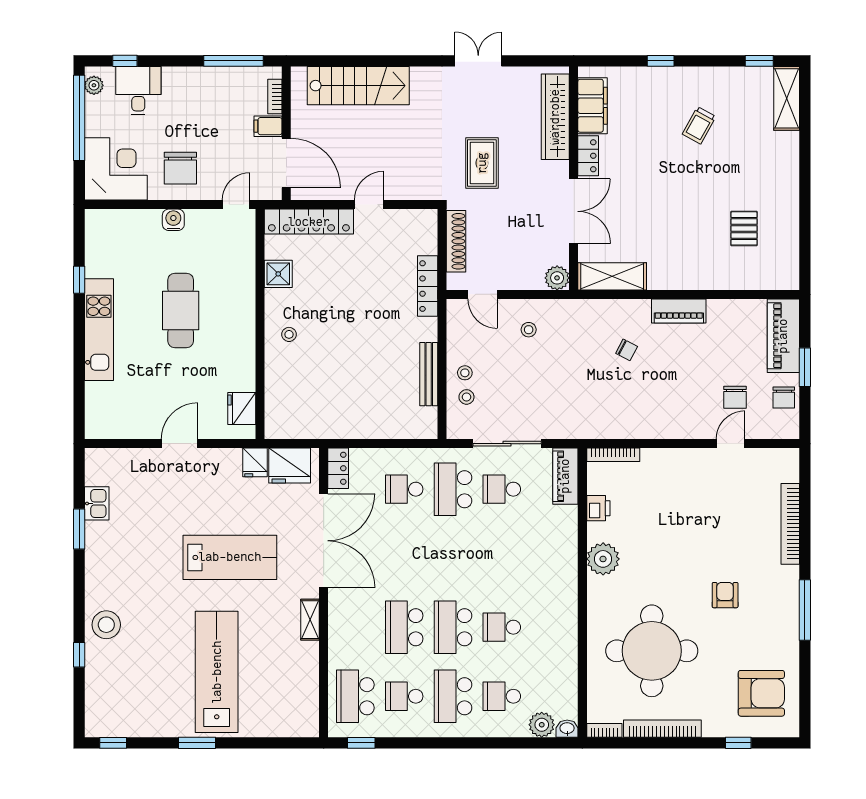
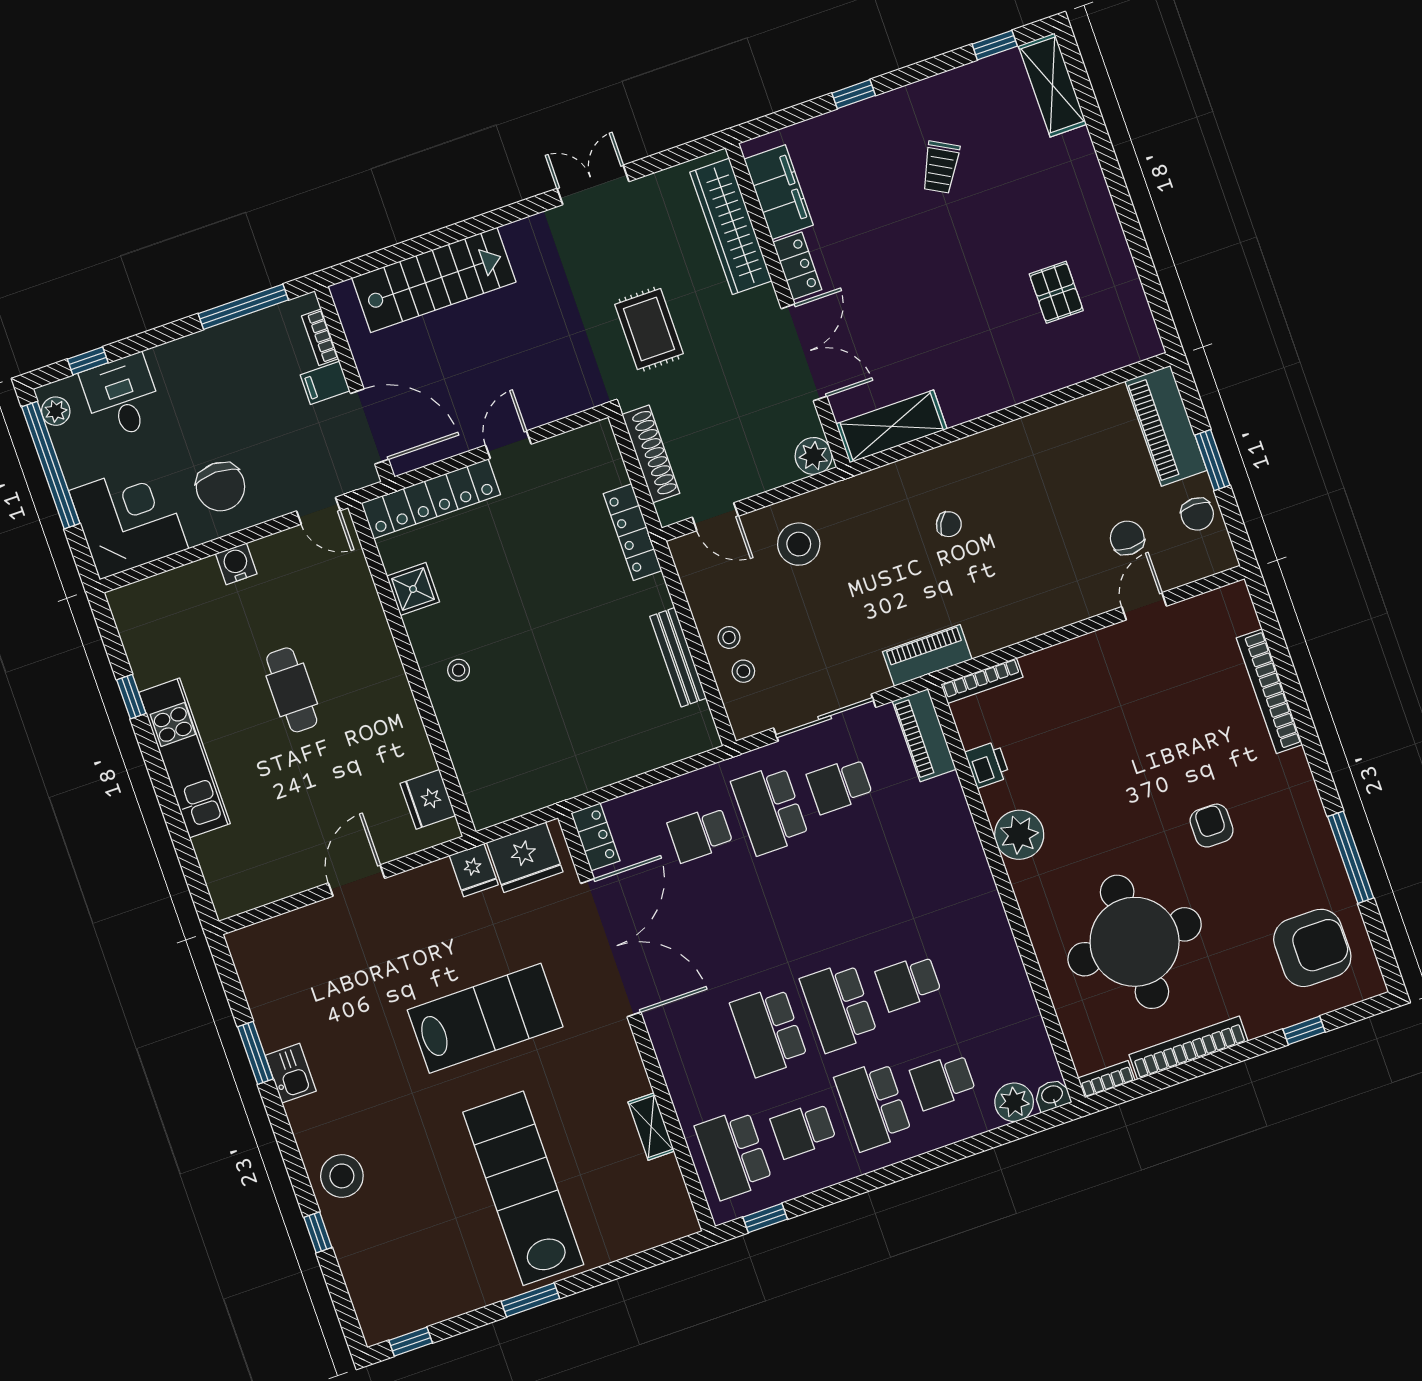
door: (236, 205) -> (318, 511), swing flipped
cafe table: (181, 310) -> (292, 690), width x0.73, depth x0.74
piano: (679, 311) -> (927, 655), moved, turned 180
stool: (529, 330) -> (799, 544), width x1.89, depth x1.89
chair: (735, 397) -> (1127, 538), turned 180
kitchen sink: (97, 503) -> (291, 1073), moved
window: (805, 610) -> (1351, 857), moved
shelving: (310, 620) -> (651, 1127), moved

